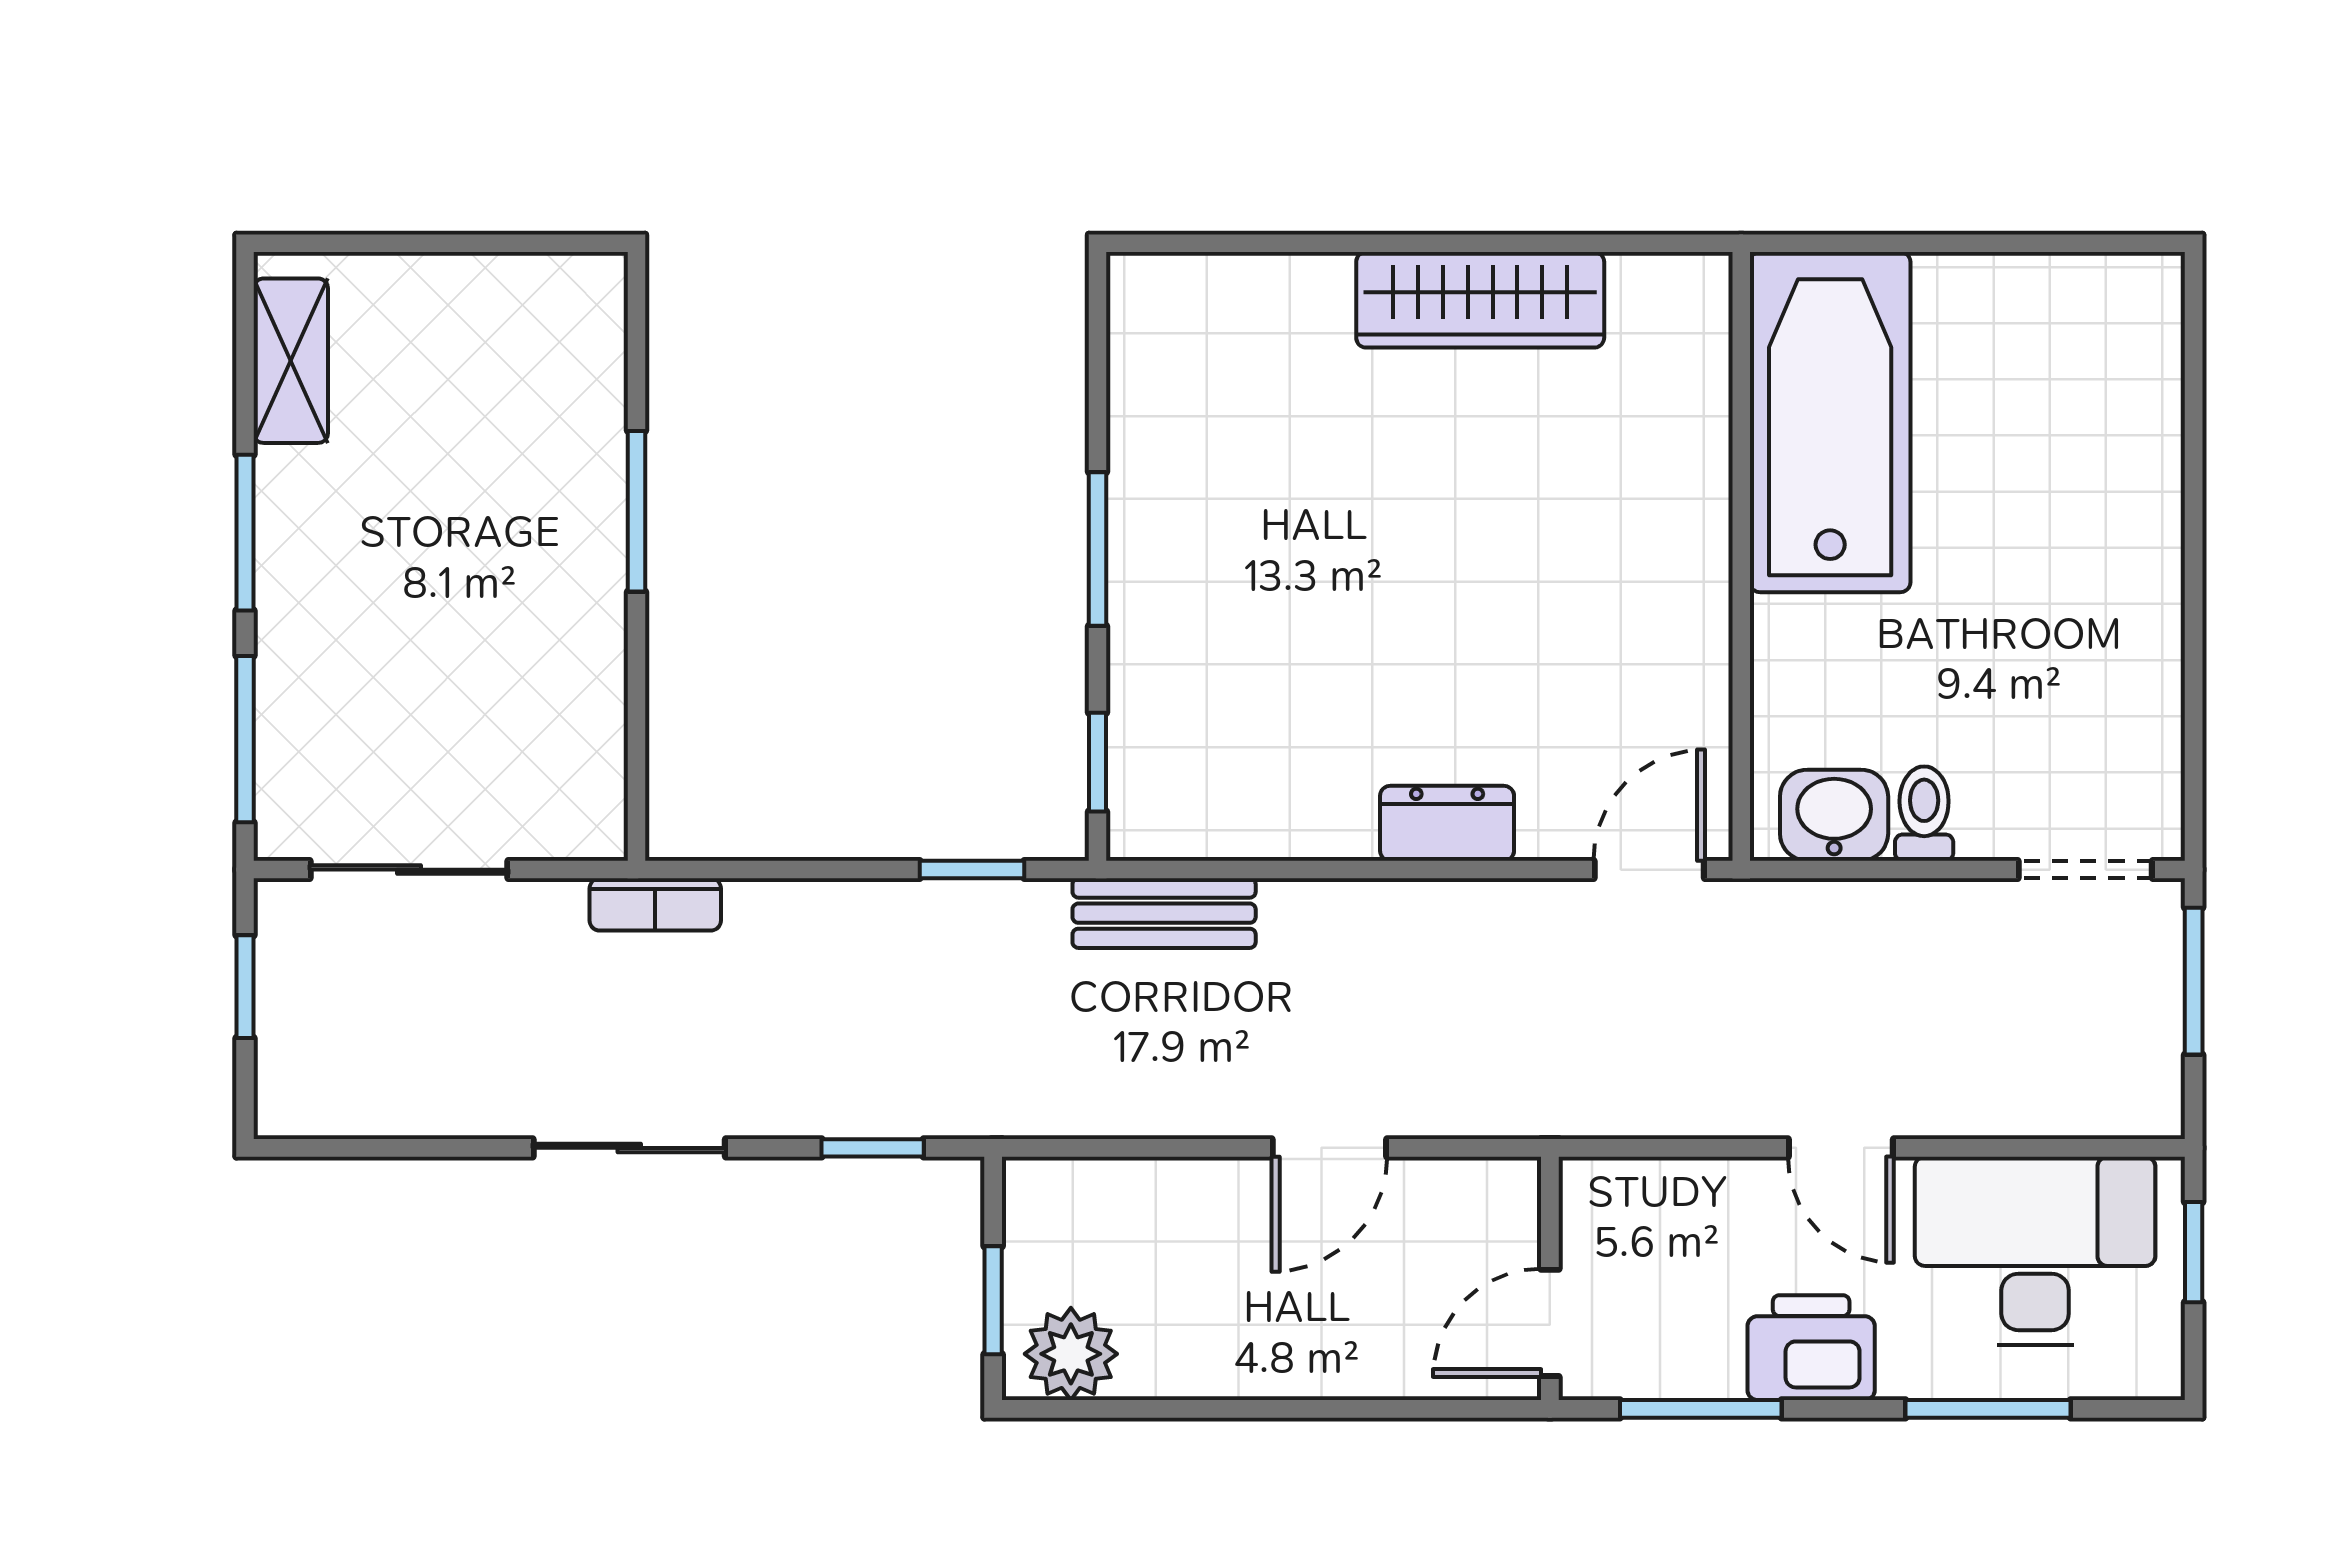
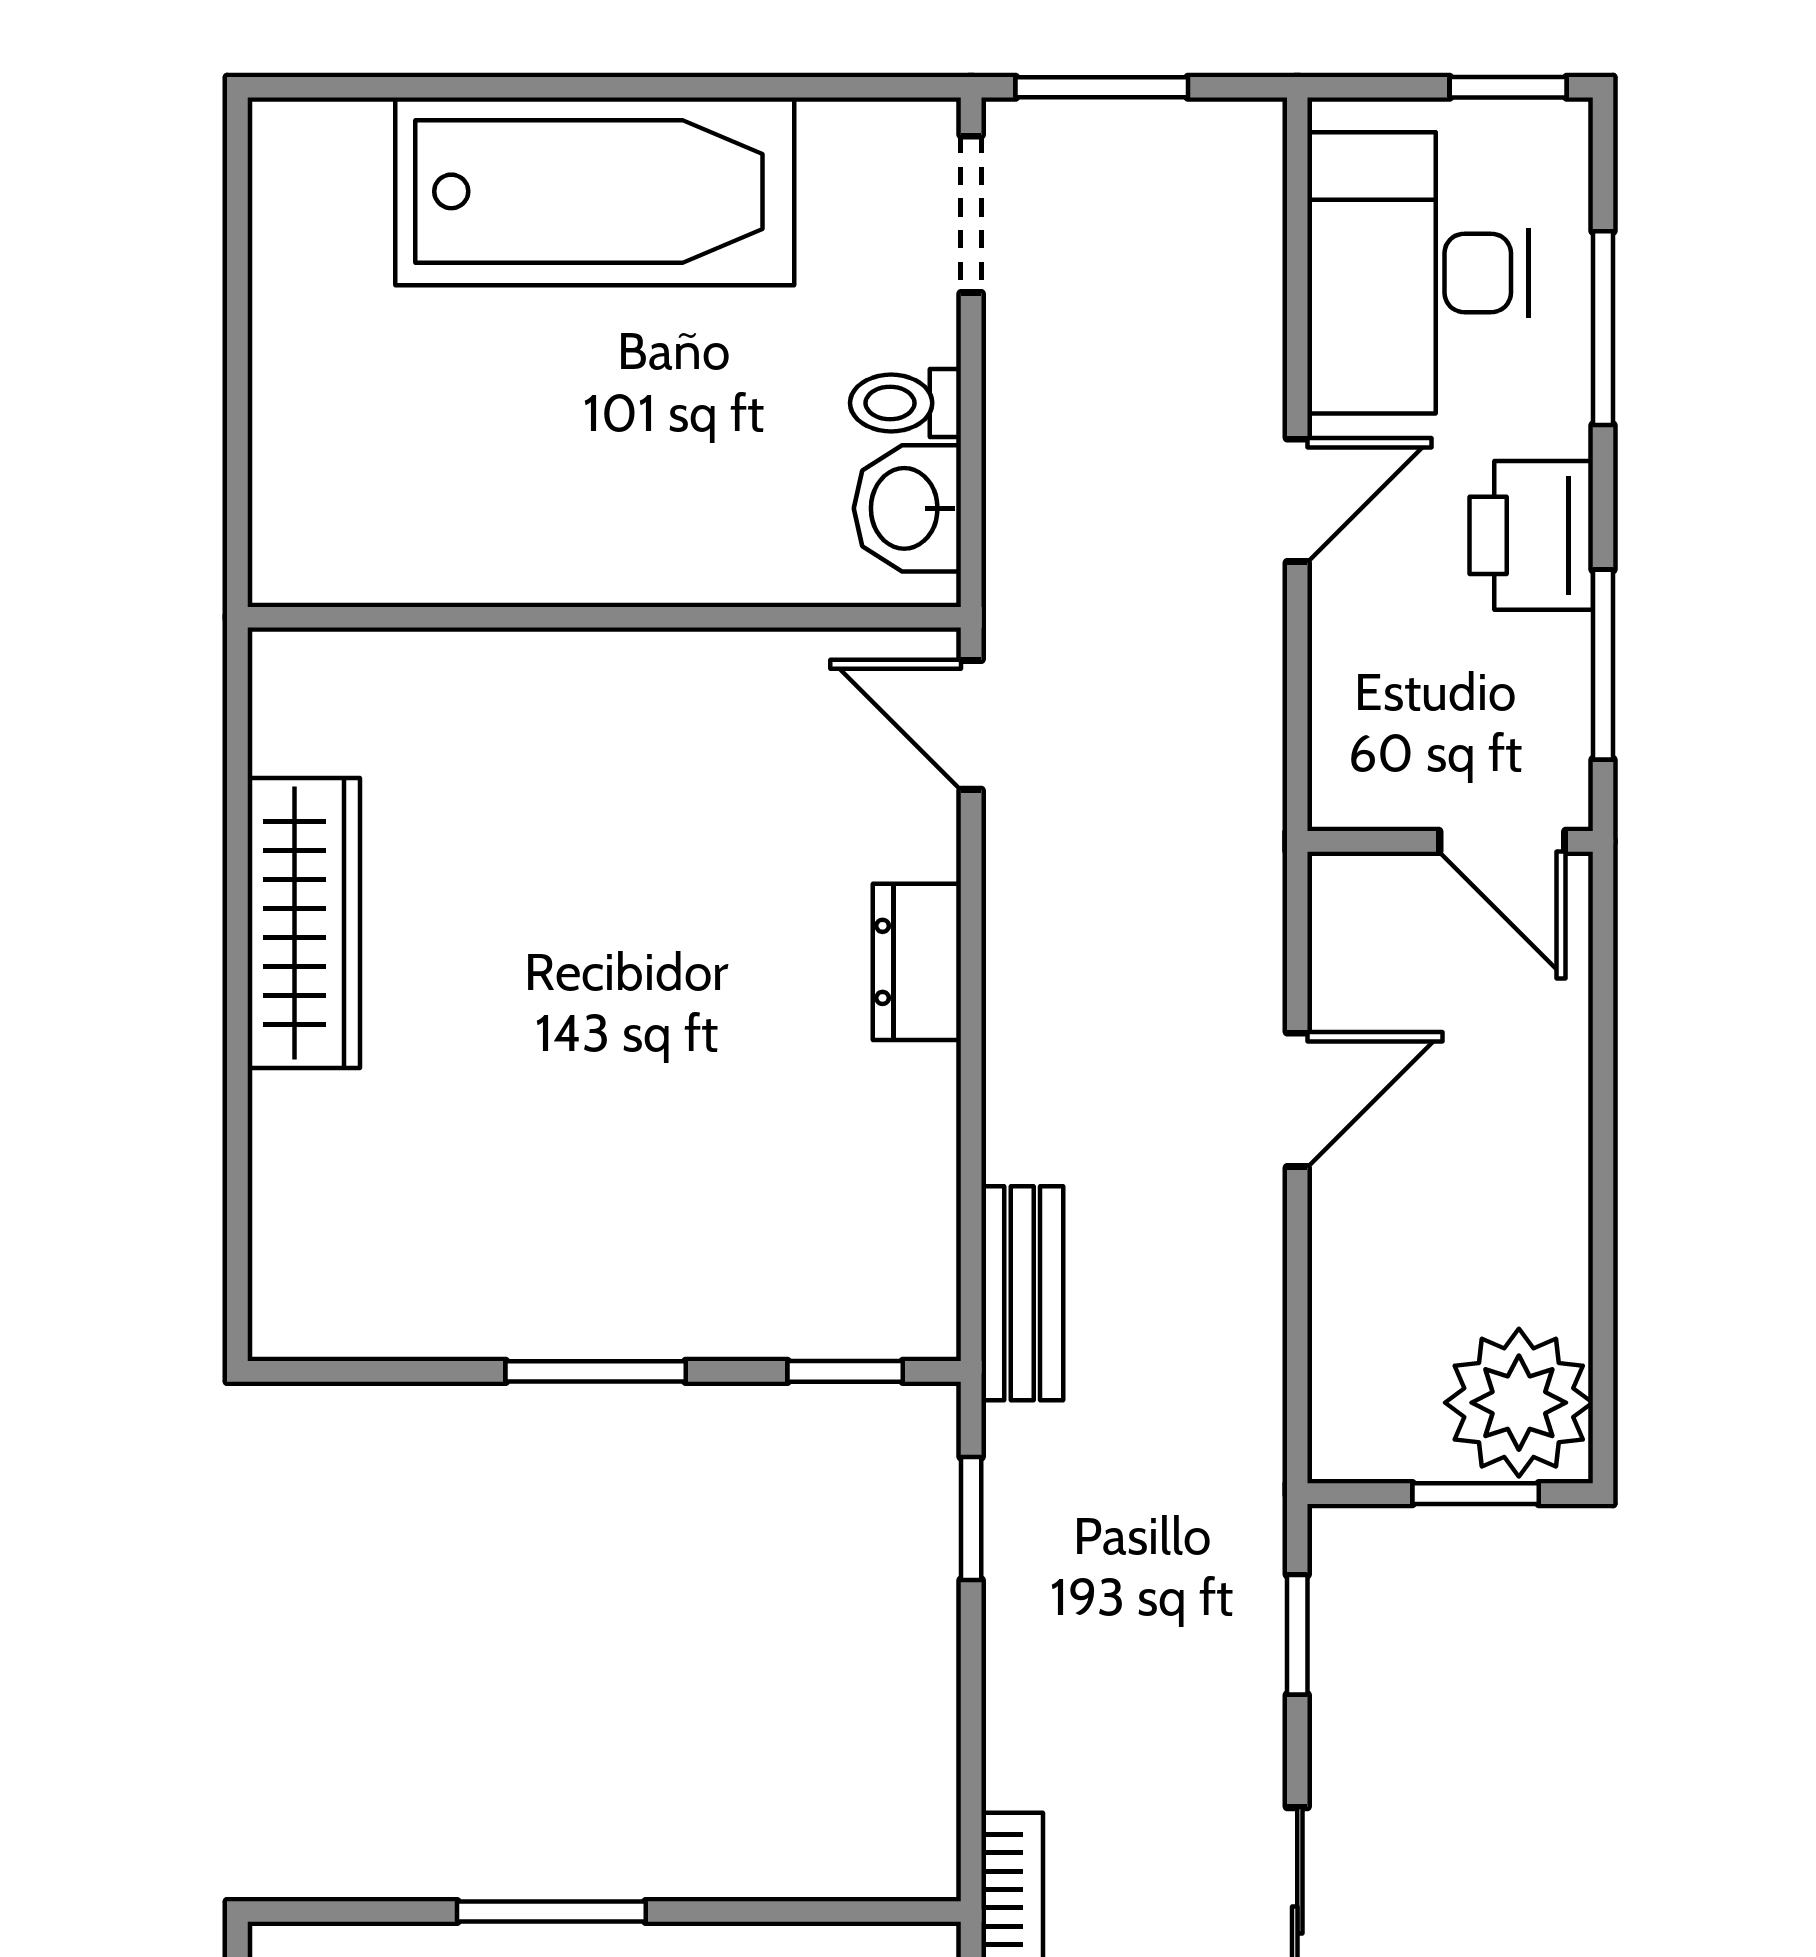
bathtub: (1830, 422) -> (595, 191), moved, turned 180
door: (1329, 1148) -> (1297, 1100), hinge flipped
window: (2194, 1252) -> (1508, 87), moved
plant: (1071, 1354) -> (1519, 1403), width x1.36, depth x1.36

